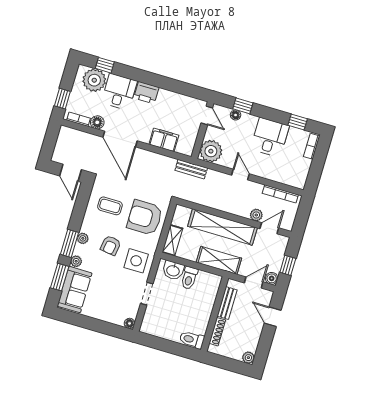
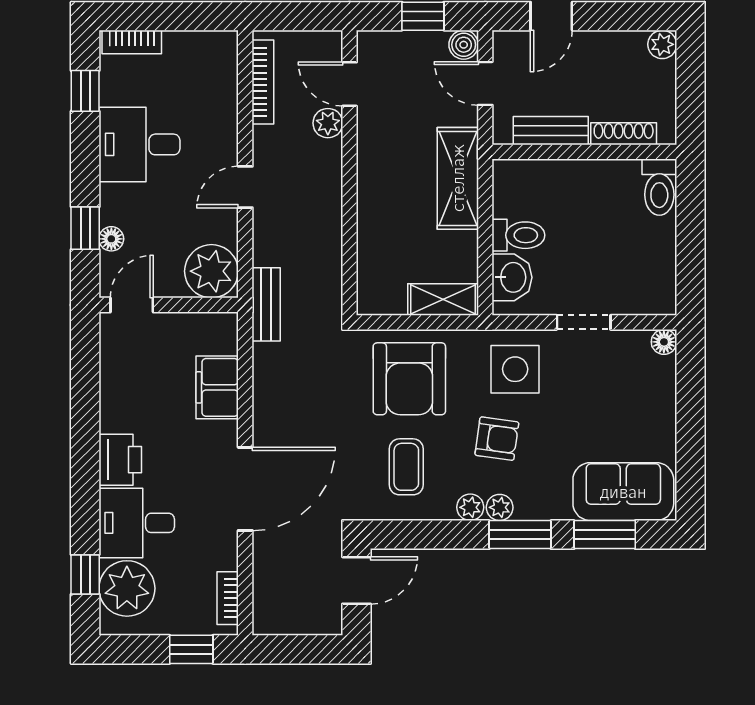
floor lamp: (97, 122) -> (222, 553), removed
shelving: (222, 227) -> (379, 193), removed
plant: (76, 261) -> (470, 507), moved

